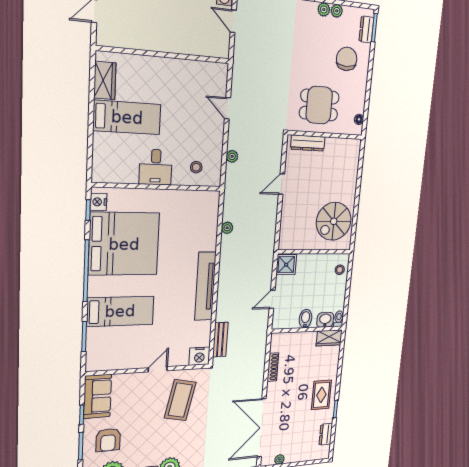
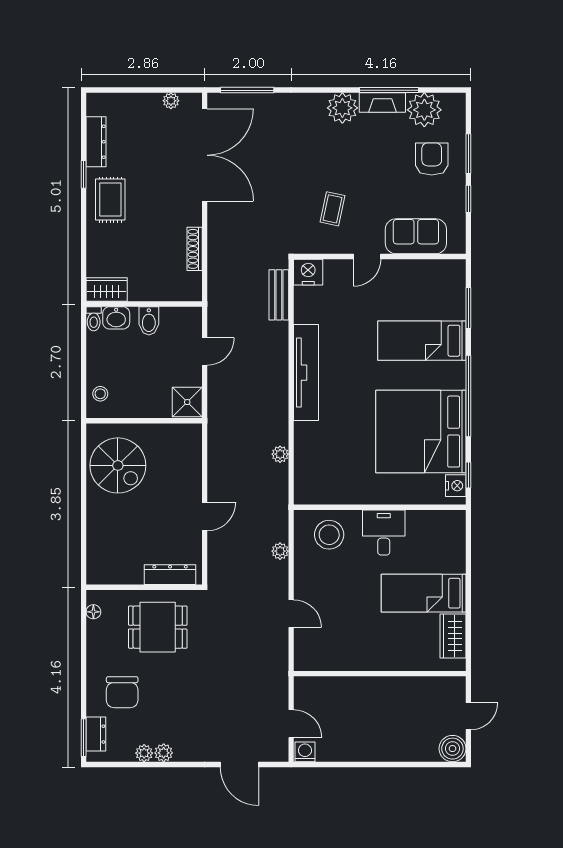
stool: (196, 167) -> (329, 535), width x1.89, depth x1.89
spiral stairs: (334, 221) -> (118, 465), turned 90
sofa: (98, 396) -> (416, 236), moved, turned 90
coffee table: (180, 400) -> (332, 209), width x0.54, depth x0.58
dresser: (326, 434) -> (96, 142), width x1.44

